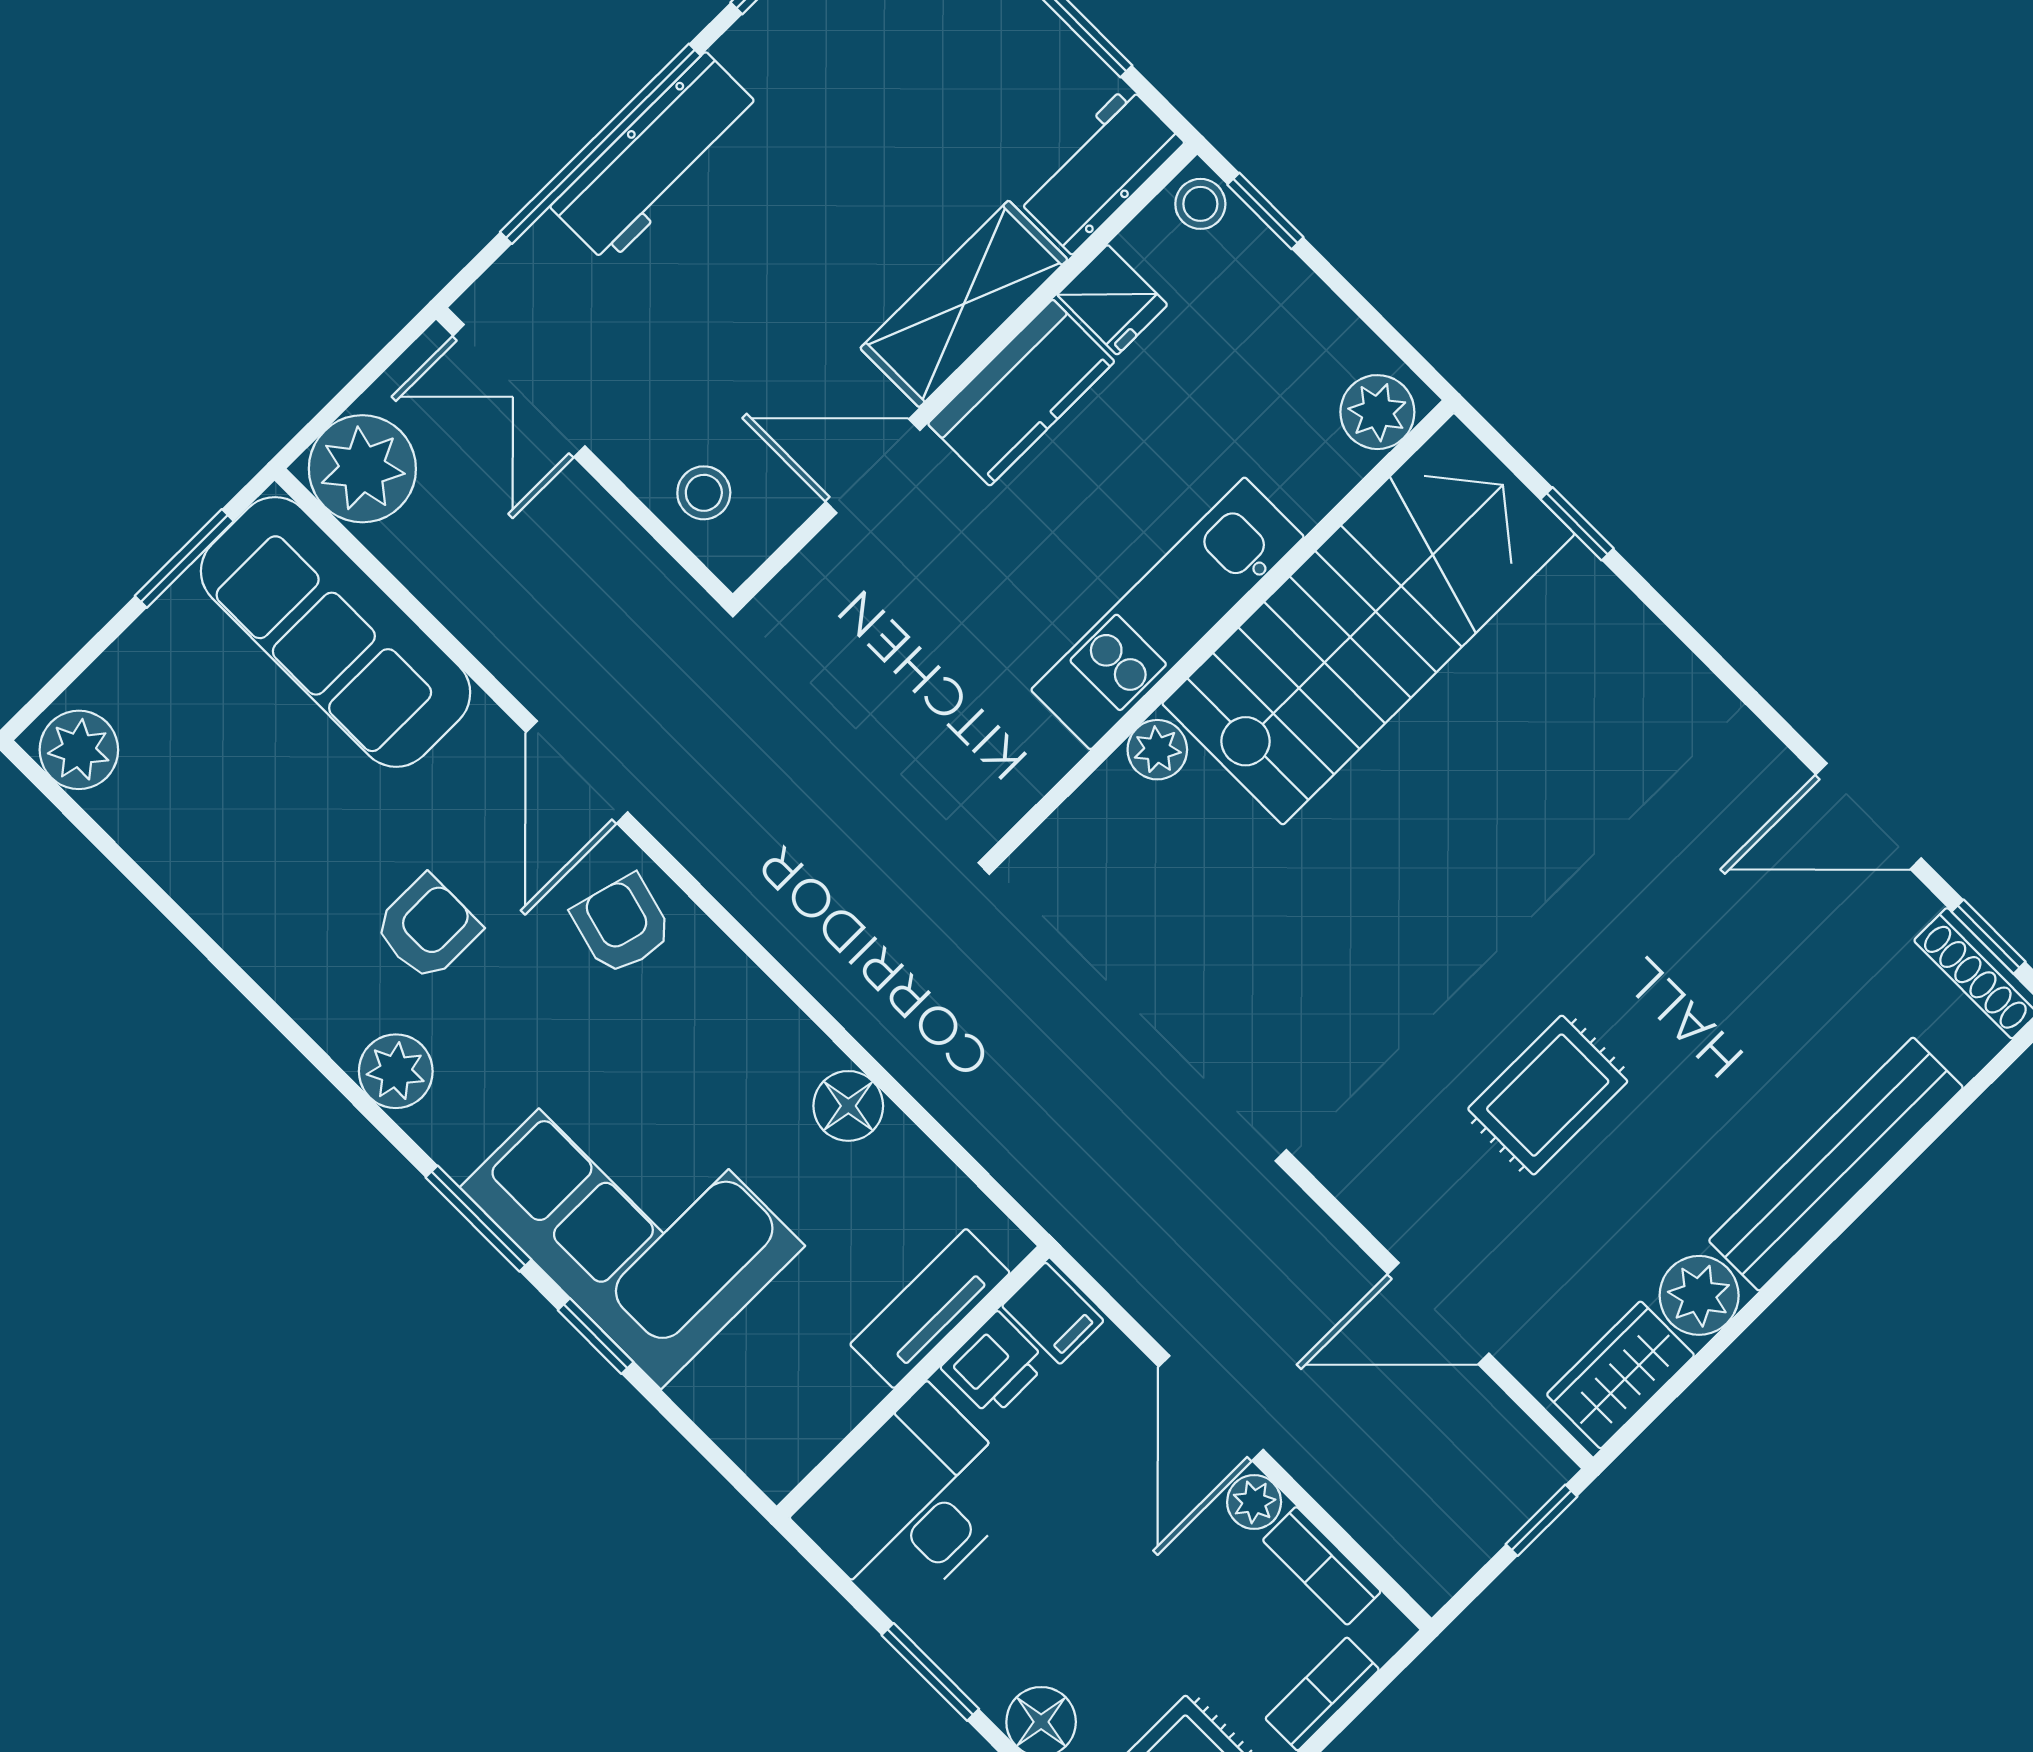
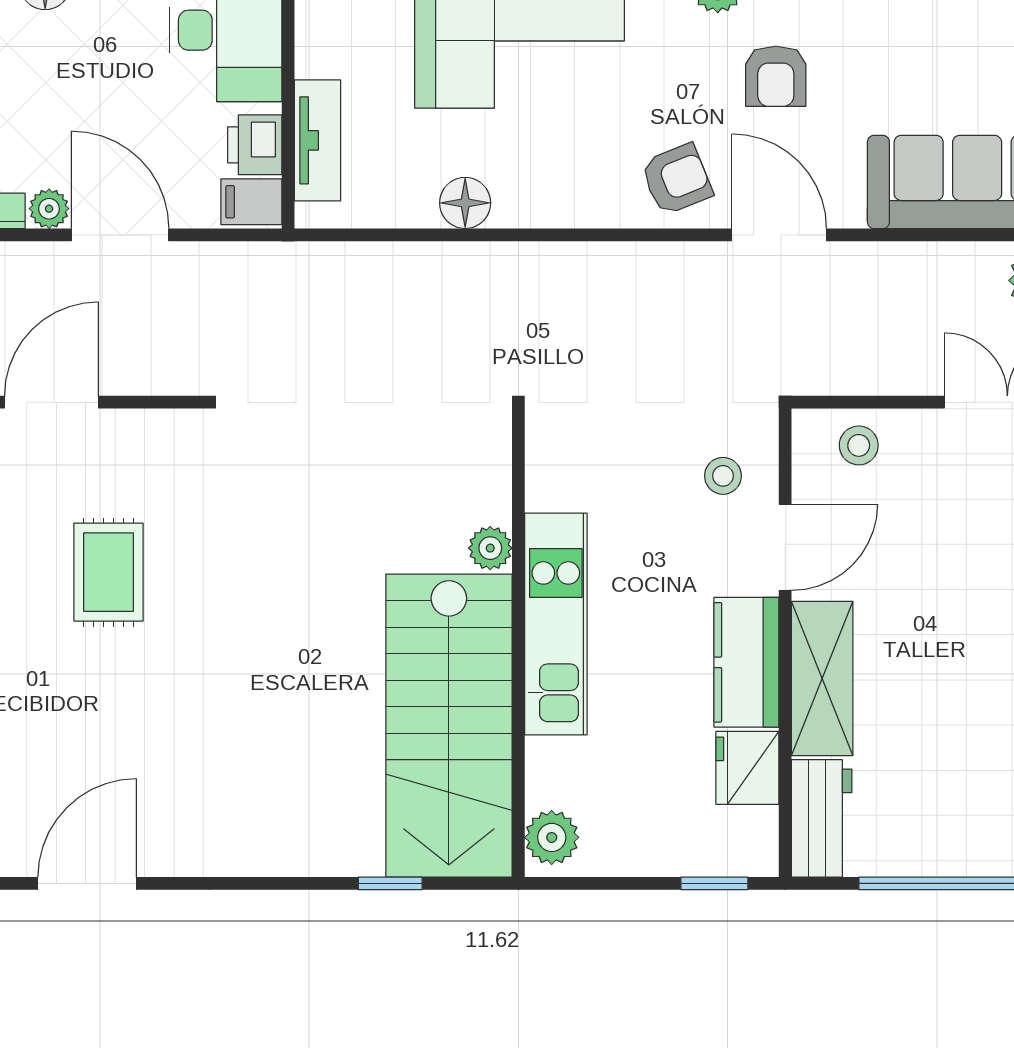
stool: (1200, 204) -> (723, 476), moved
fridge: (1112, 300) -> (747, 768), width x1.38
armchair: (622, 925) -> (677, 179), turned -37

